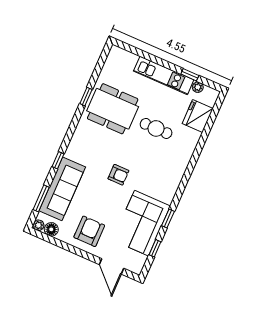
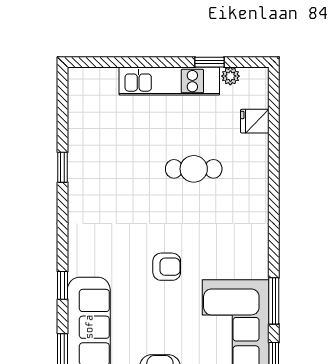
dining table: (113, 109) -> (113, 168), removed
fridge: (198, 116) -> (255, 121), width x0.53, depth x0.75
window: (168, 218) -> (274, 301), width x1.50

